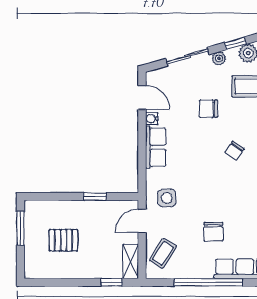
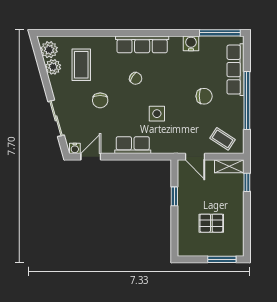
window: (235, 43) -> (45, 78), removed
plant: (219, 58) -> (58, 92), removed
water cooler: (152, 119) -> (75, 148), moved
side table: (167, 198) -> (157, 114), moved
window: (21, 228) -> (222, 259), moved
pallet: (63, 240) -> (211, 223), turned 90

